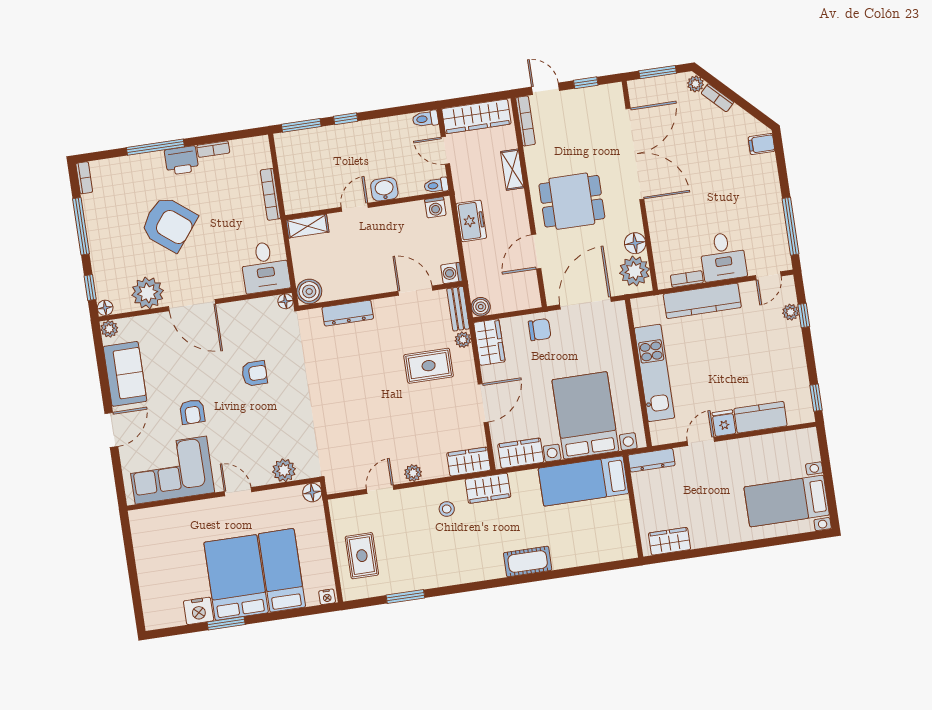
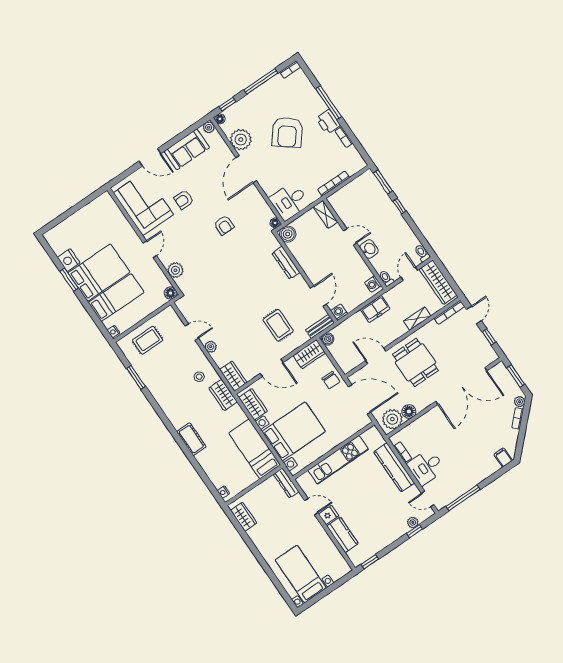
plant: (463, 340) -> (303, 338), removed
nightstand: (622, 553) -> (223, 492), added

